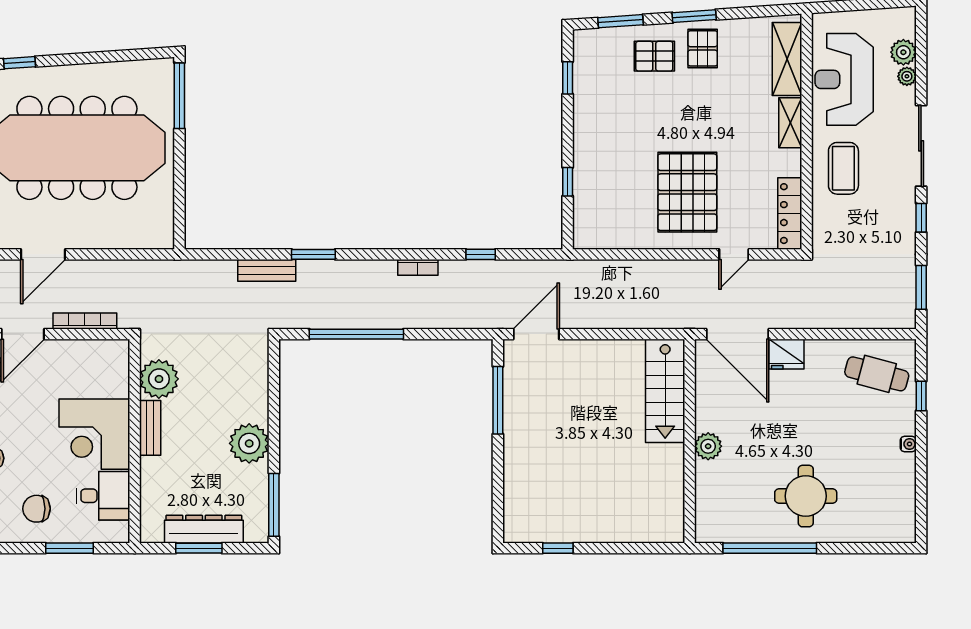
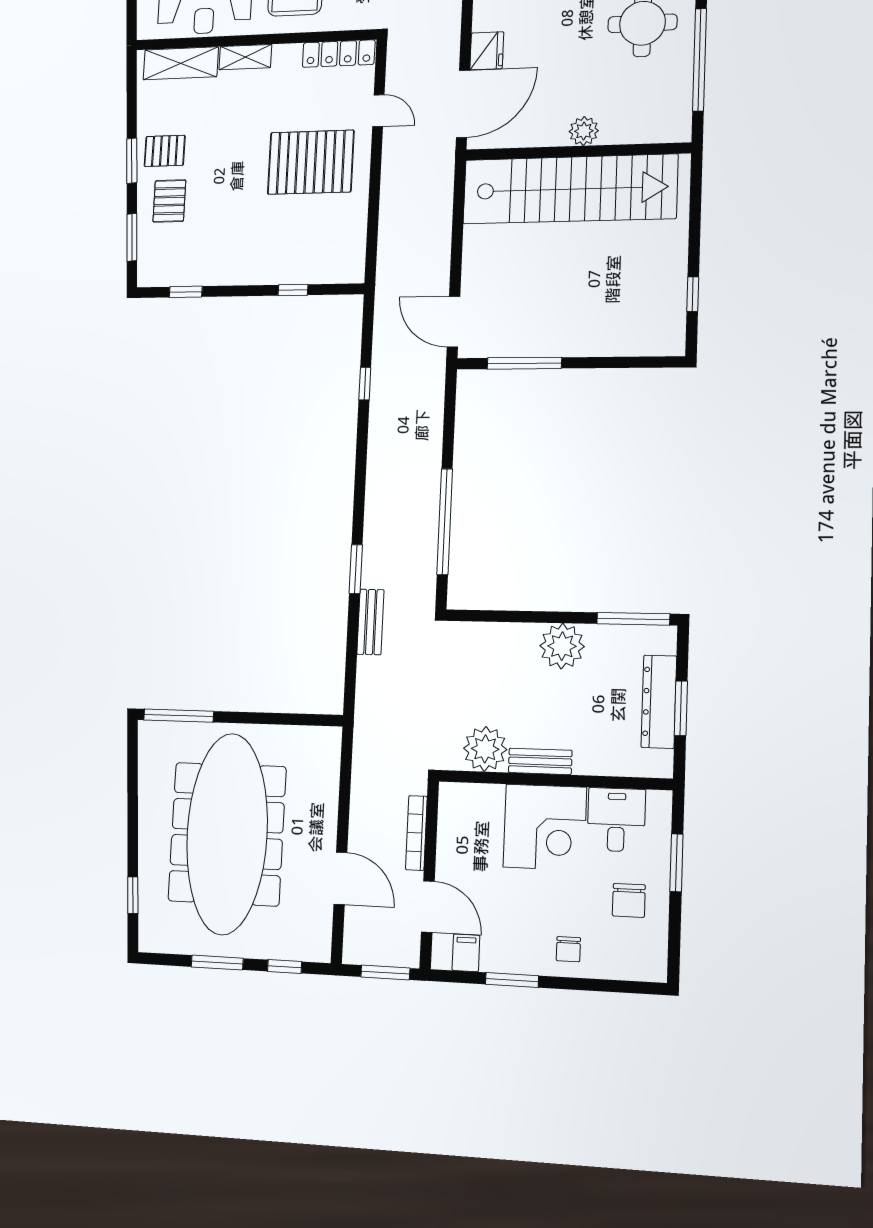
bookcase: (418, 267) -> (375, 453), removed
stairs: (665, 391) -> (570, 189), width x1.86, depth x1.51

